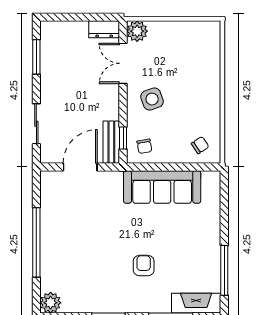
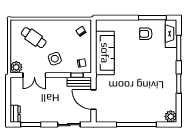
dresser: (104, 29) -> (15, 114), moved
cafe table: (189, 62) -> (34, 38), added
armchair: (144, 266) -> (146, 34), moved

